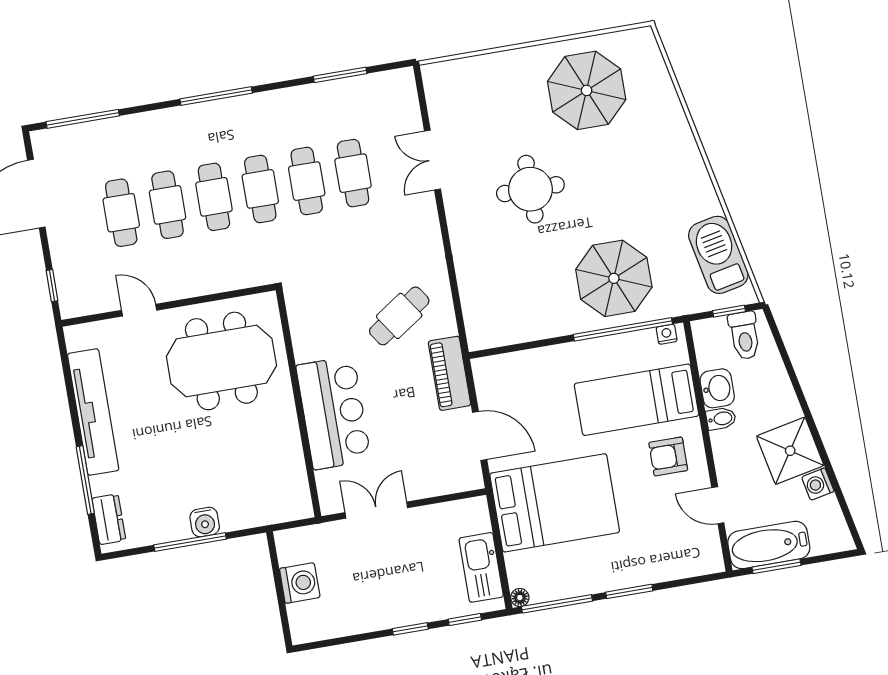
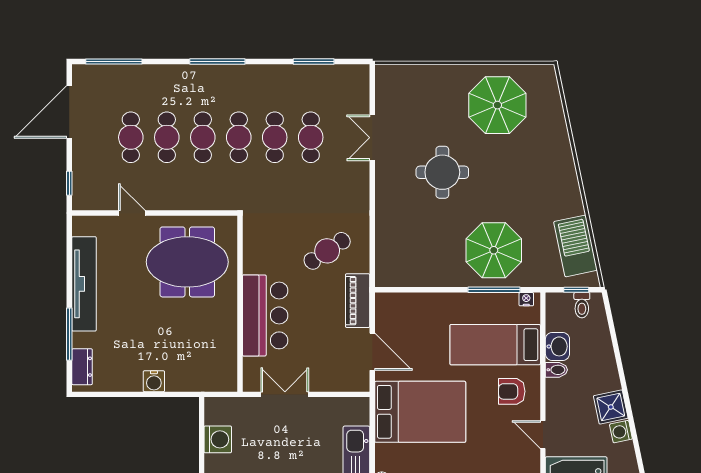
window: (623, 329) -> (494, 290), width x0.68
toilet: (744, 335) -> (582, 305), width x0.73, depth x0.72
shower: (790, 451) -> (611, 407), width x0.73, depth x0.73
window: (190, 542) -> (140, 394), removed

